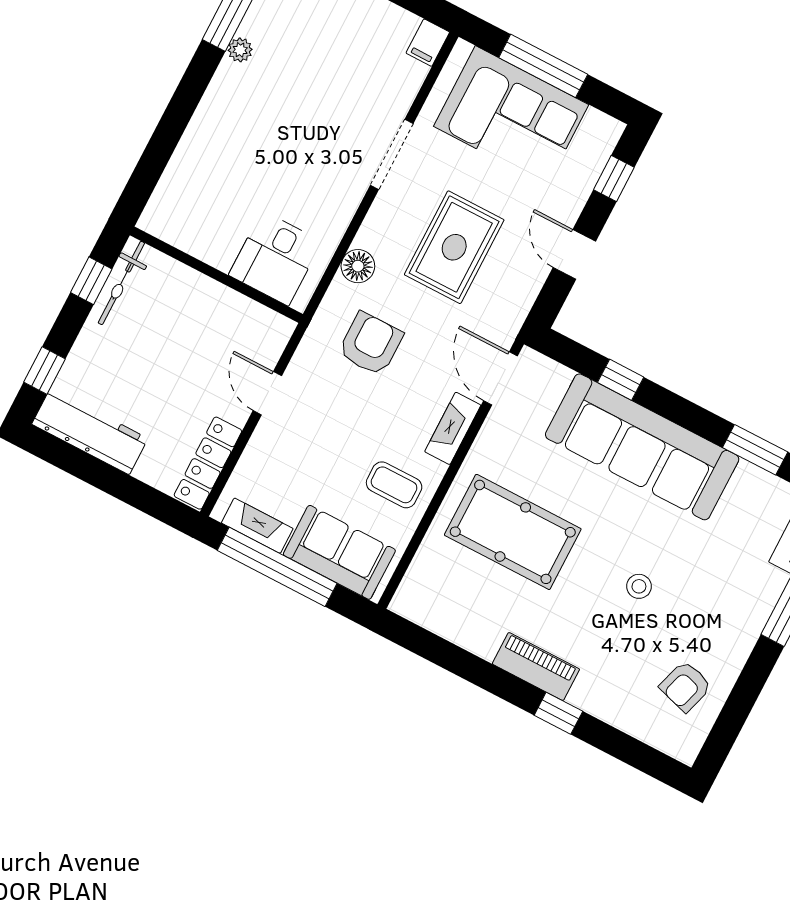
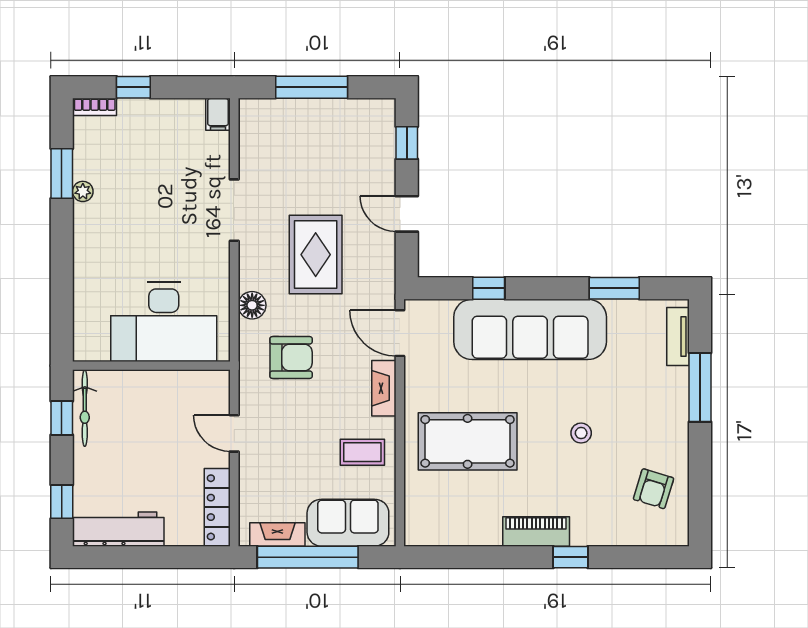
corner sofa: (511, 115) -> (307, 136), removed
desk: (275, 258) -> (164, 322), width x1.87, depth x1.30
armchair: (371, 344) -> (291, 358), turned 90

